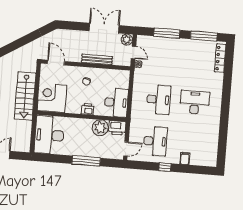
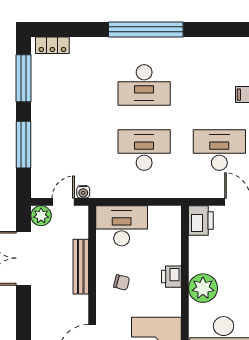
locker: (220, 58) -> (52, 45), width x0.66
desk: (116, 102) -> (122, 226), moved
desk: (195, 102) -> (144, 85), turned -90
window: (225, 106) -> (146, 29), added
plant: (100, 128) -> (203, 288), moved

